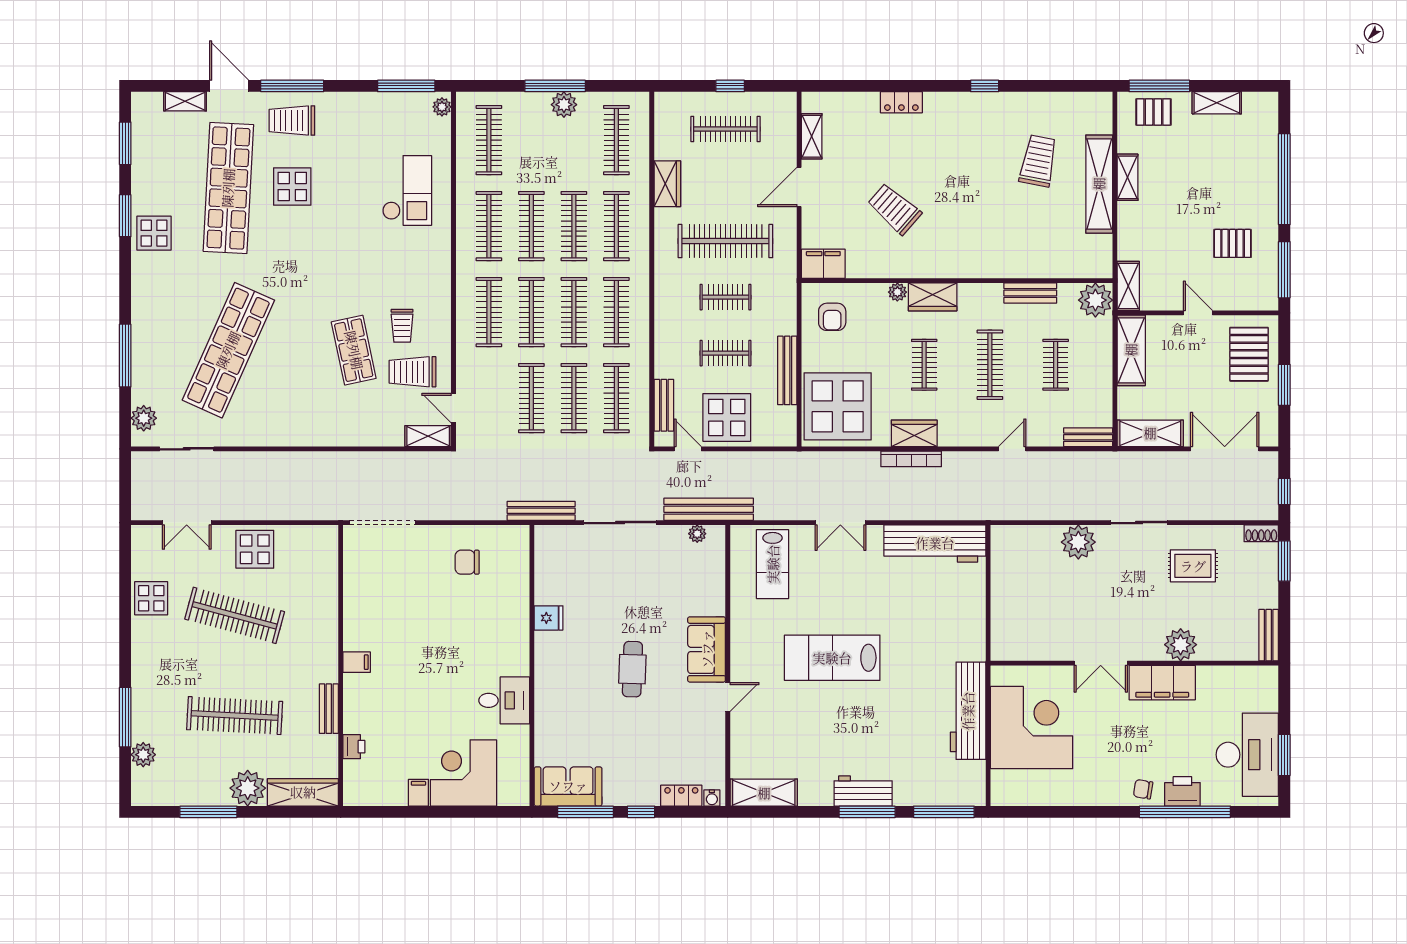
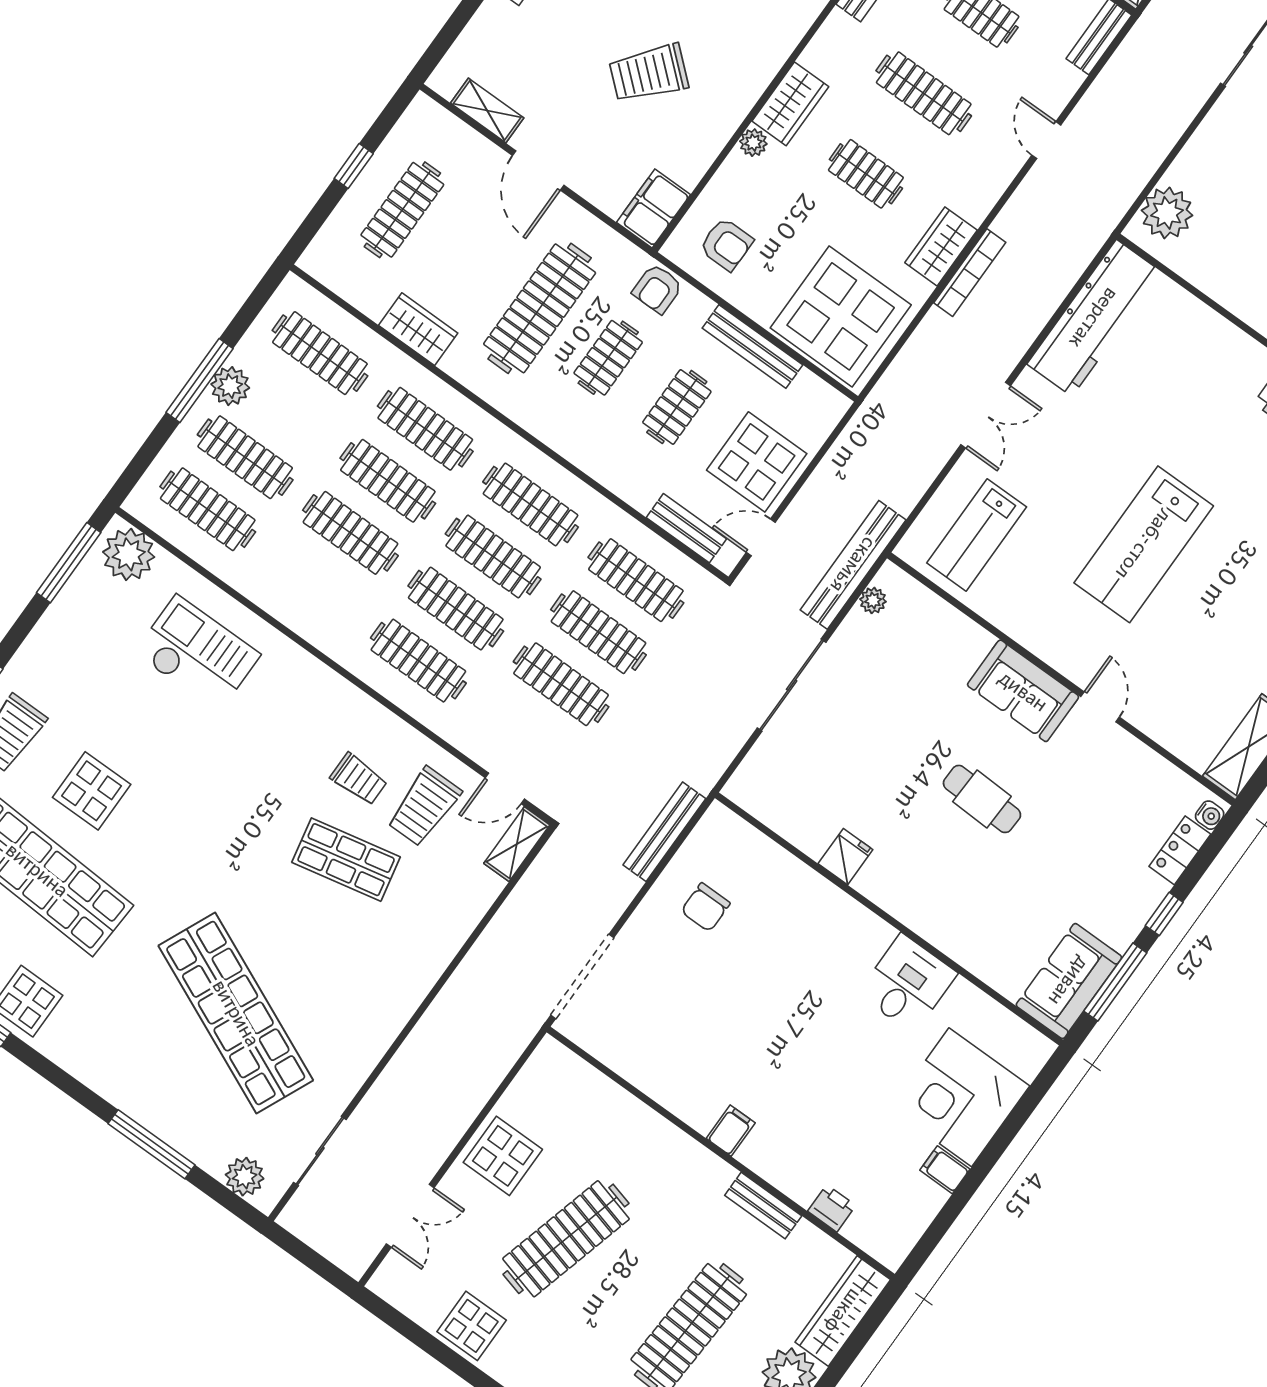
plant: (442, 107) -> (129, 554), width x1.88, depth x1.88
clothes rail: (489, 226) -> (245, 457), moved
armchair: (782, 297) -> (657, 289), added
bench: (541, 511) -> (664, 832), moved
plant: (1078, 542) -> (1167, 213), moved
lab bench: (773, 564) -> (977, 535), turned 90

